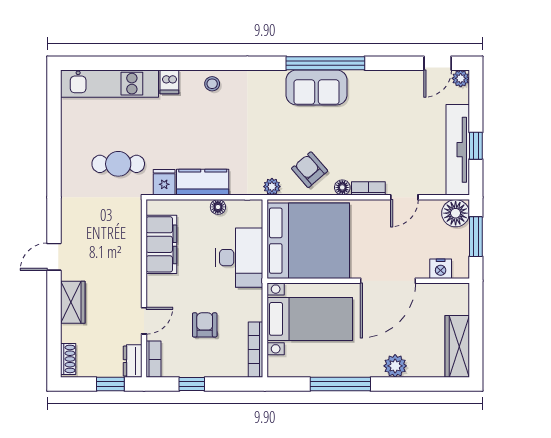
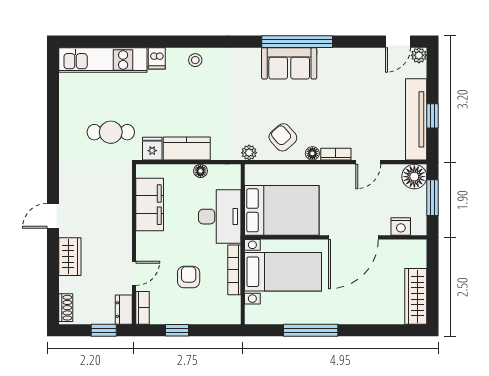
bed: (308, 241) -> (282, 210), width x0.73
bookcase: (256, 350) -> (234, 270), moved
plant: (395, 366) -> (360, 314), removed

